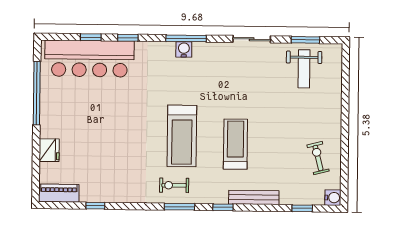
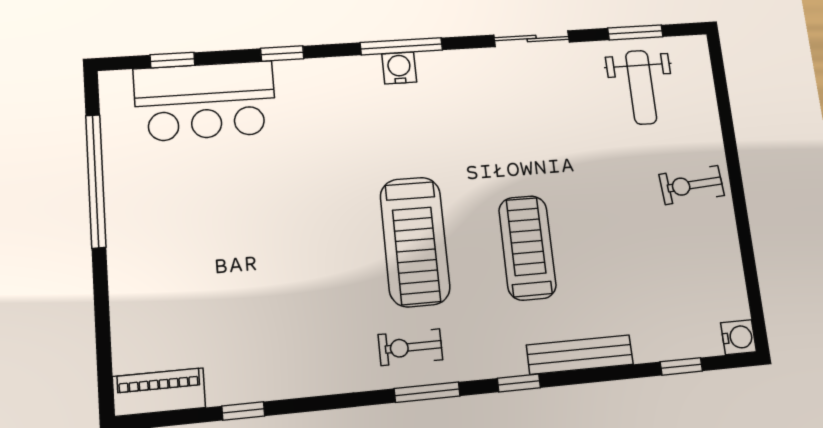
window: (91, 37) -> (172, 60), moved
bar counter: (89, 59) -> (205, 101), width x0.73
fridge: (49, 150) -> (131, 300), removed
exercise bike: (318, 158) -> (692, 185), moved, turned -80

